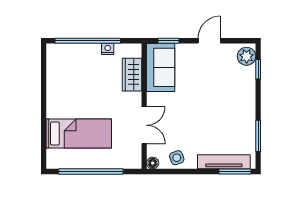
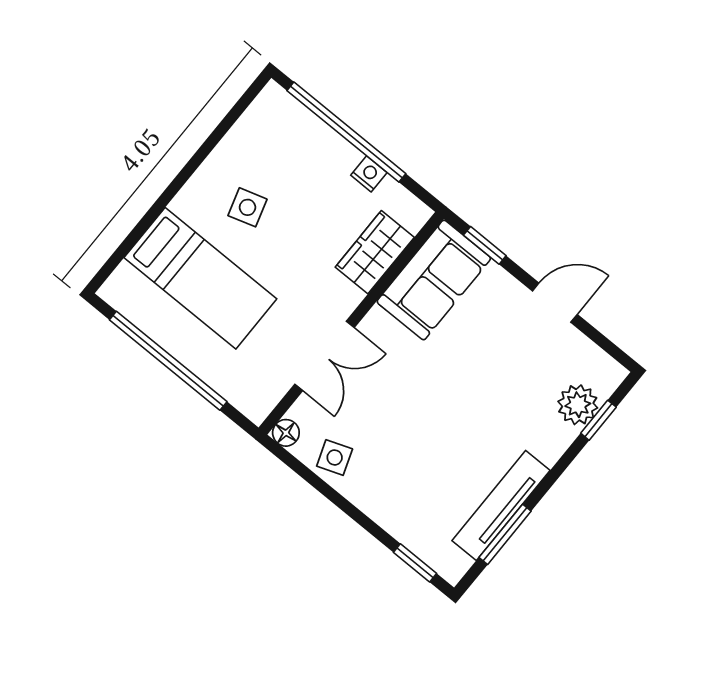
plant: (247, 56) -> (578, 405), moved
side table: (75, 95) -> (247, 207), added
tv unit: (224, 162) -> (501, 505), moved, turned -90
window: (235, 172) -> (415, 563), width x0.67

